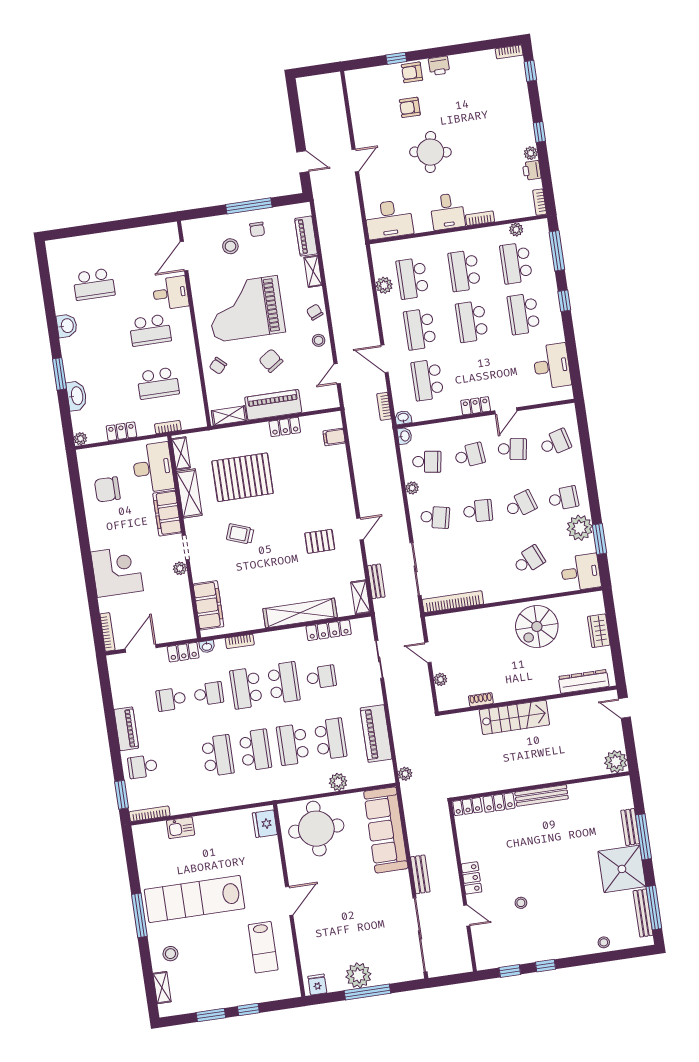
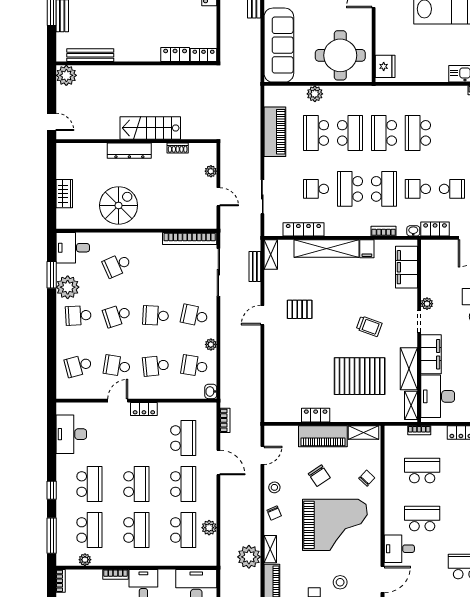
washbasin: (403, 418) -> (210, 408), removed
filing cabinet: (334, 437) -> (367, 249), moved, turned 90
dresser: (584, 681) -> (129, 151), moved
plant: (405, 774) -> (249, 557), moved, width x1.88, depth x1.88
bench: (542, 796) -> (90, 55), moved

